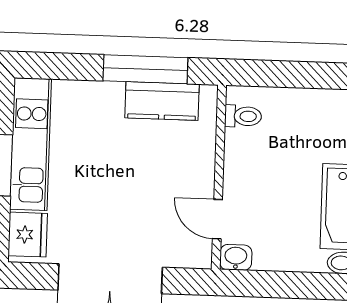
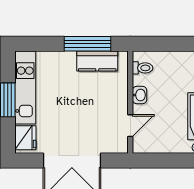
door: (217, 219) -> (130, 126), swing flipped
washbasin: (236, 257) -> (140, 95), moved, turned 90

